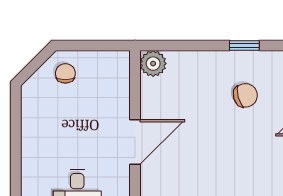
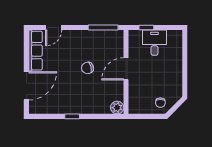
chair: (245, 95) -> (87, 68), moved

